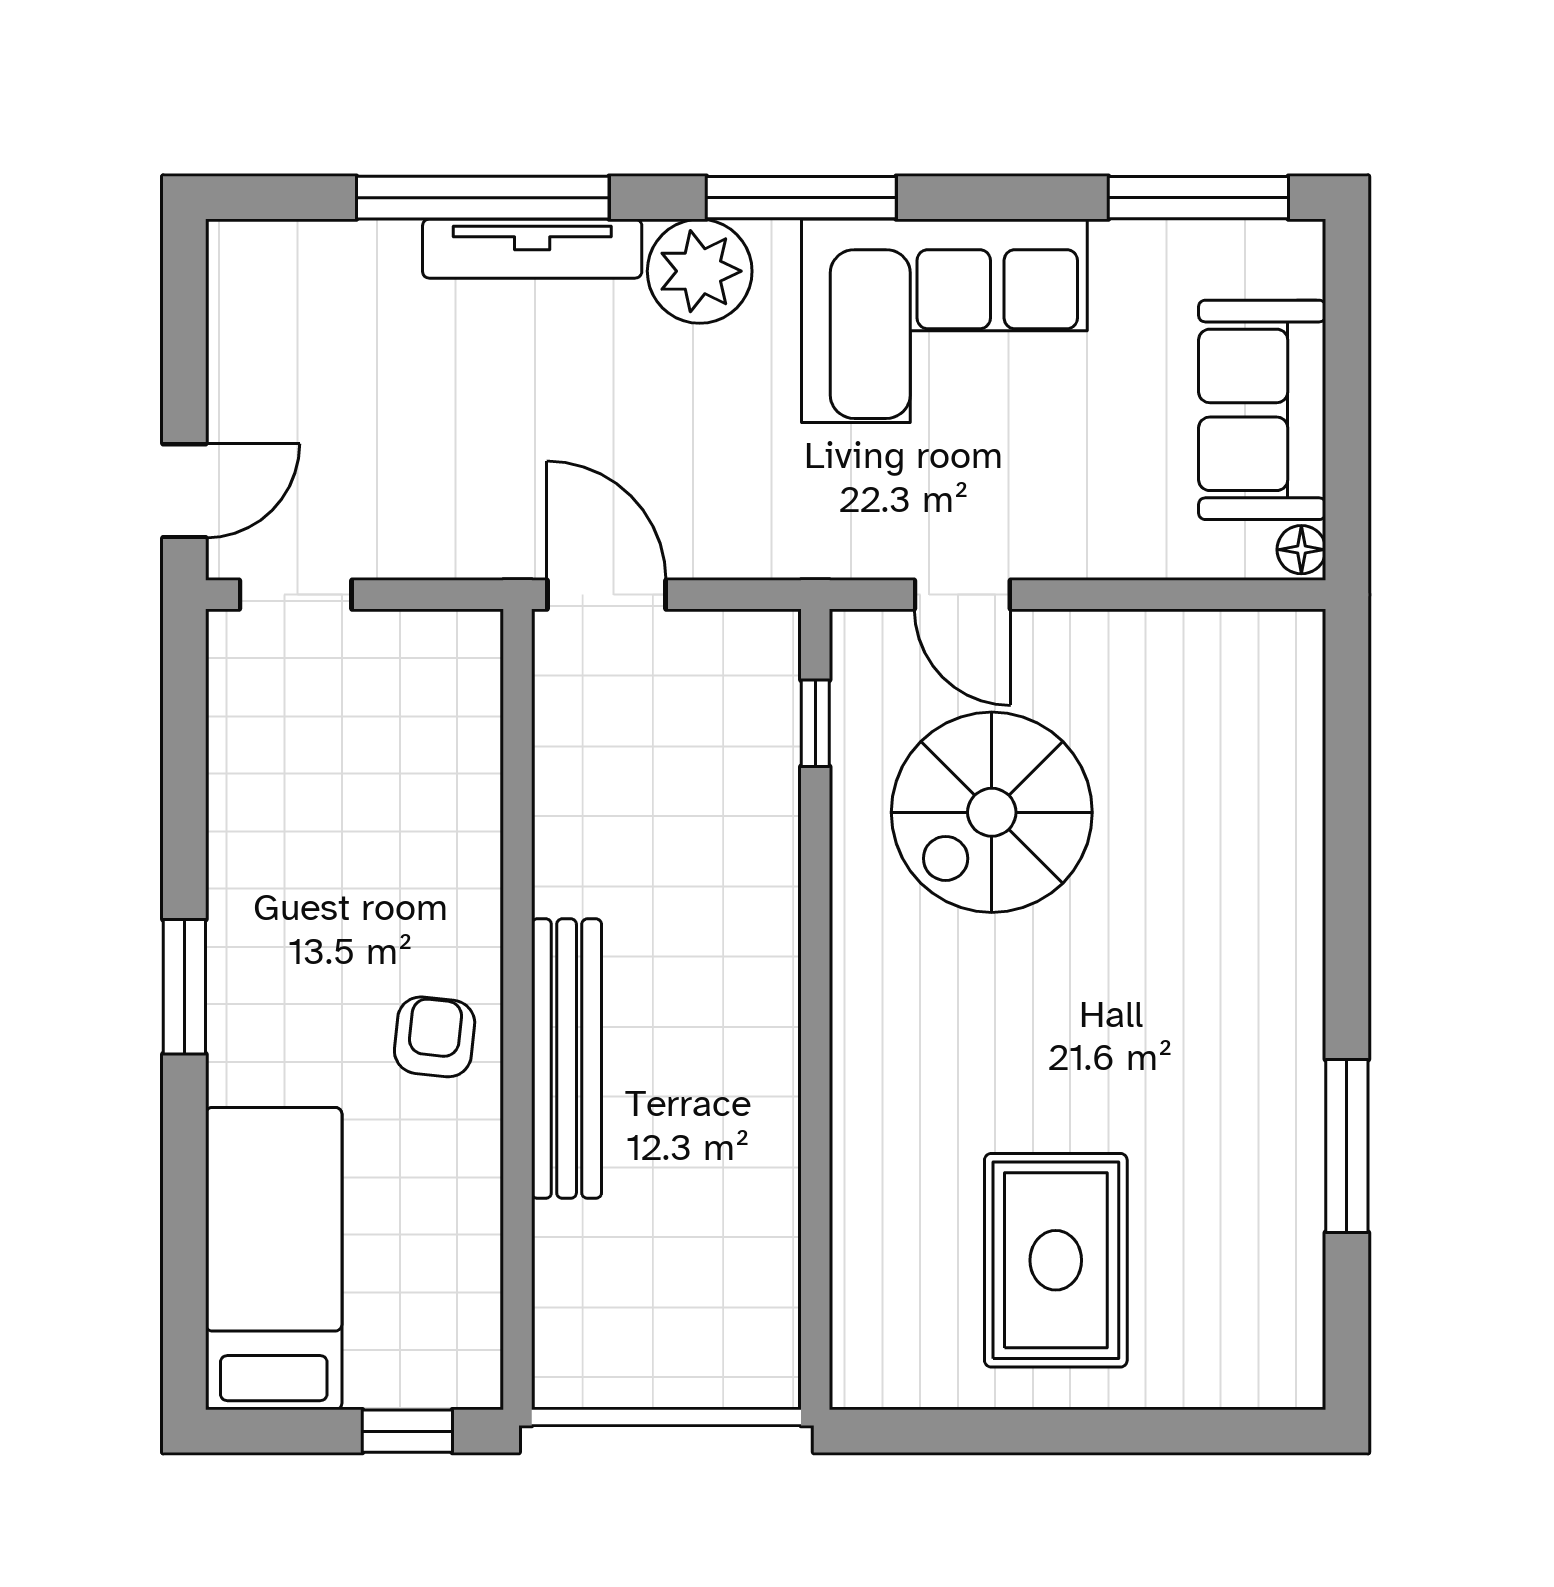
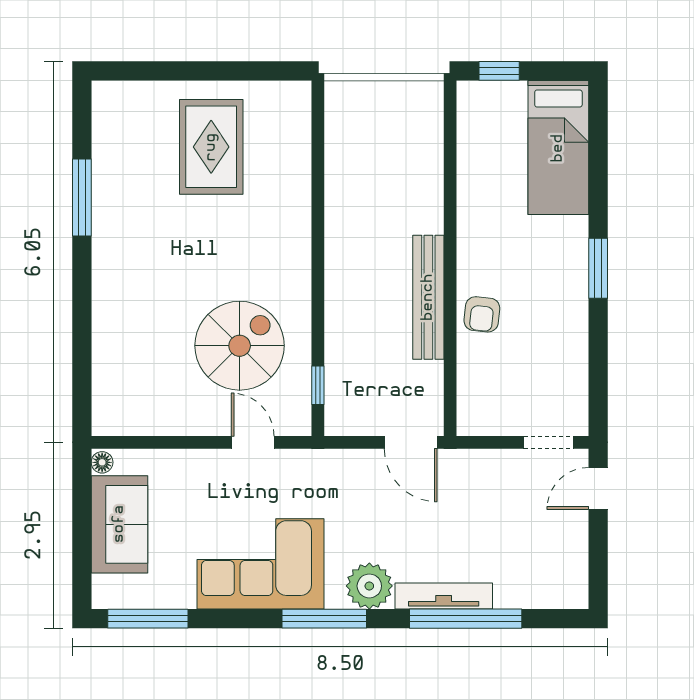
armchair: (435, 1037) -> (482, 314), moved
bench: (567, 1059) -> (428, 297), moved

